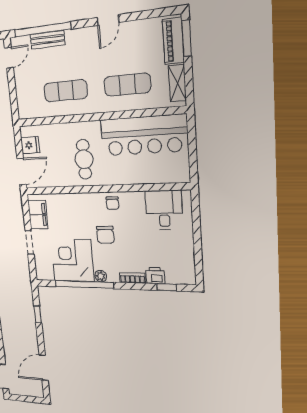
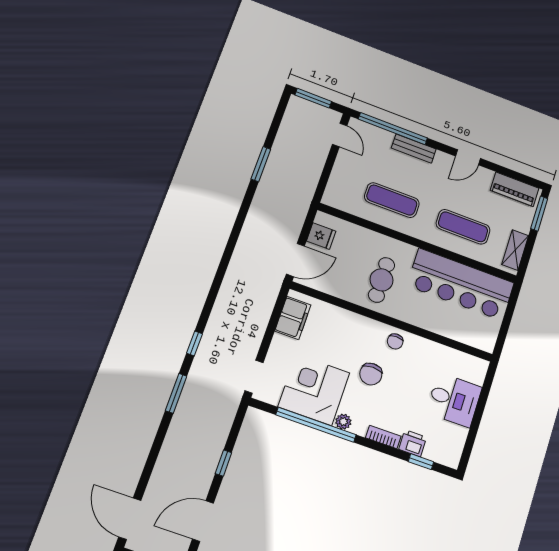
bench: (48, 40) -> (414, 149), moved
piano: (173, 41) -> (515, 189), moved, turned -90
door: (9, 58) -> (340, 135), hinge flipped
desk: (164, 210) -> (454, 400), moved, turned 90
doorway: (30, 243) -> (254, 377), moved
window: (38, 314) -> (223, 463), moved

